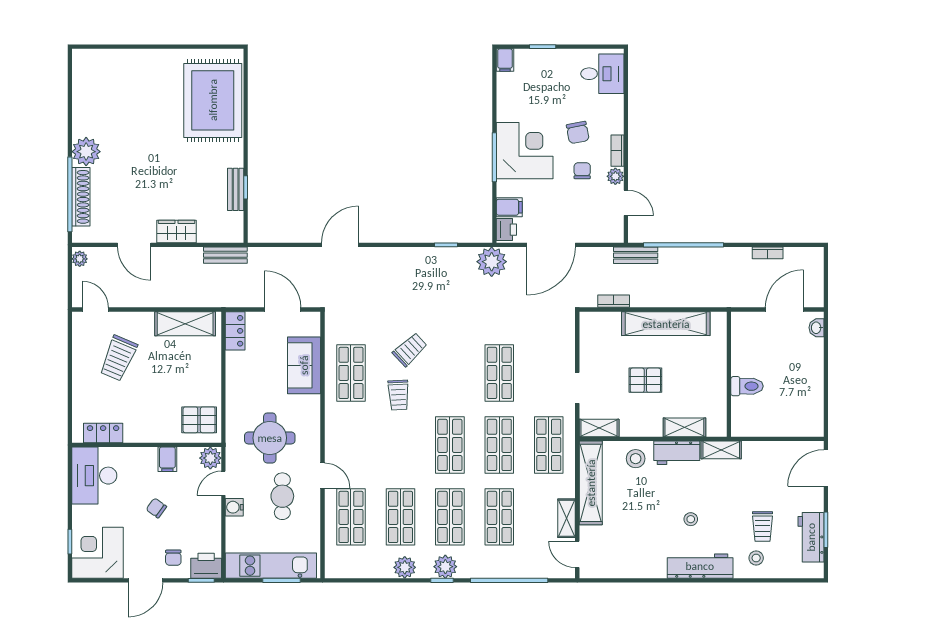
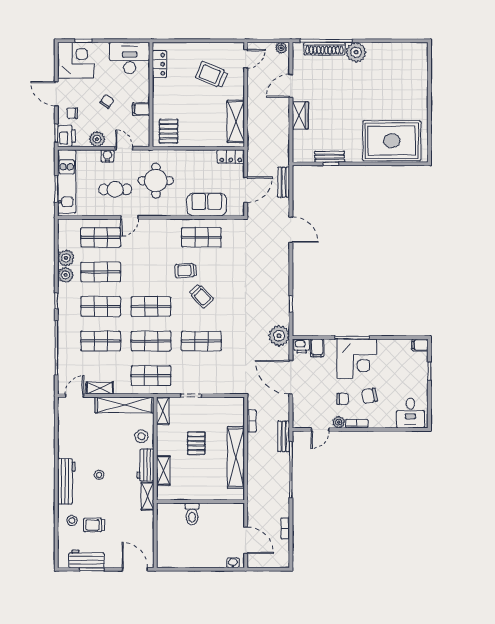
bench: (225, 255) -> (284, 182), moved
trolley: (410, 350) -> (201, 296), moved
plant: (210, 458) -> (97, 139), moved
plant: (445, 567) -> (66, 258), moved

